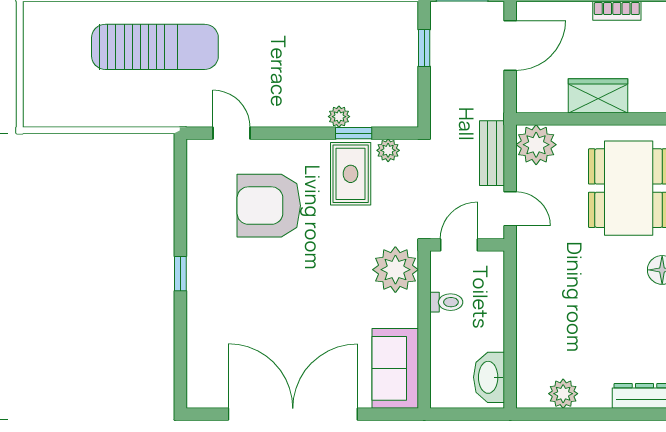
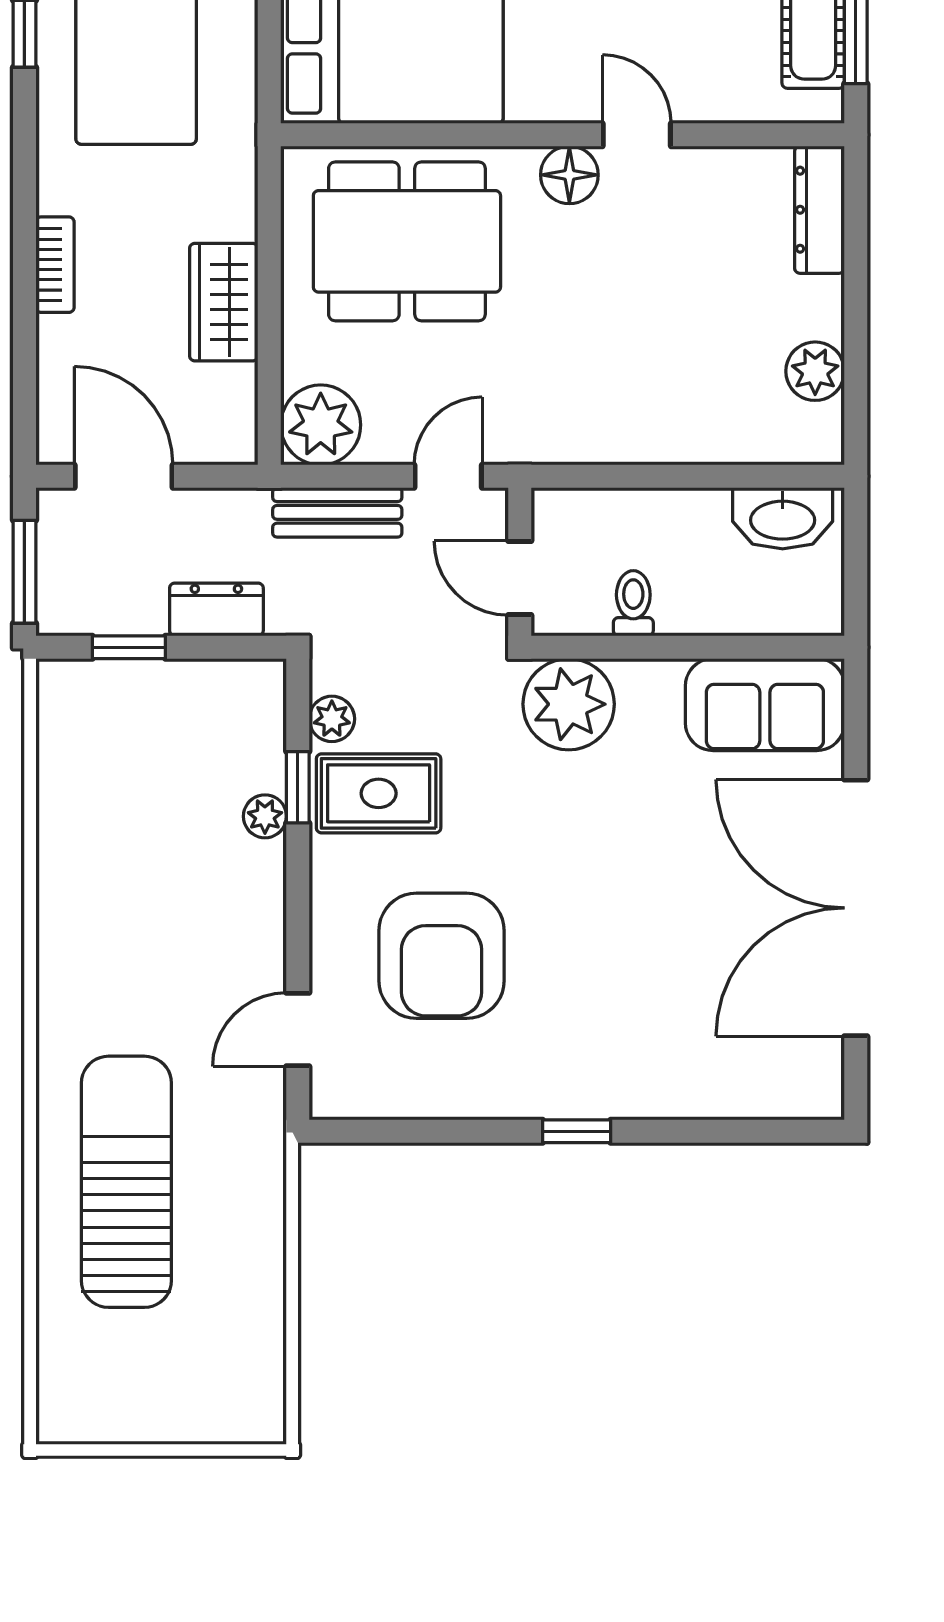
dresser: (443, 92) -> (216, 609), added

